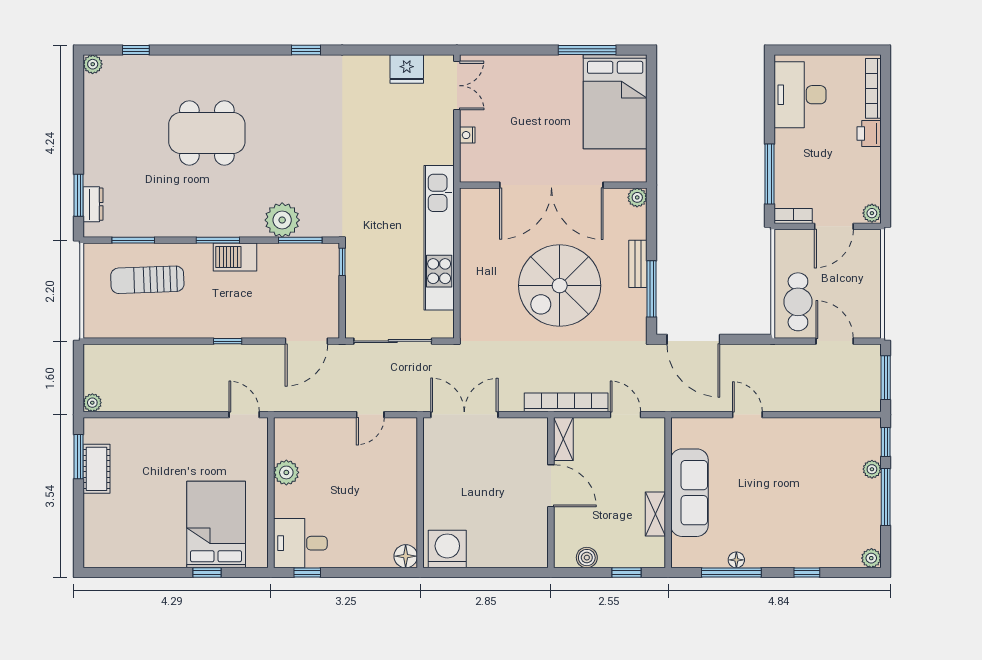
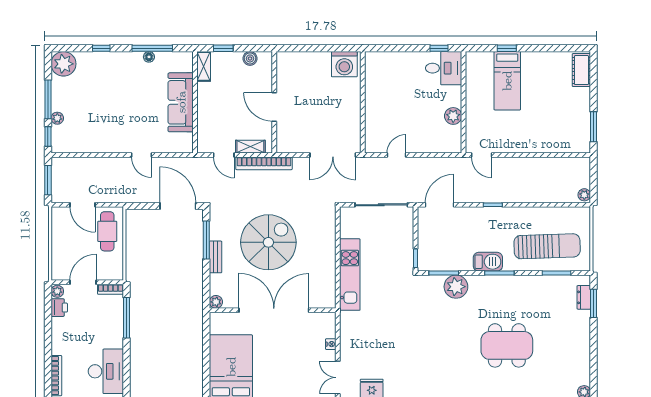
printer: (869, 134) -> (59, 308), moved
kitchen unit: (439, 238) -> (350, 275), width x0.73
sun lounger: (147, 280) -> (547, 246), width x1.36, depth x1.34
plant: (92, 403) -> (584, 195), moved
shelving: (563, 439) -> (250, 147), moved, turned 90
cot: (97, 469) -> (581, 70), moved
shelving: (655, 514) -> (204, 66), moved
bed: (216, 525) -> (507, 81), width x0.67
floor lamp: (406, 556) -> (372, 59), removed
plant: (871, 558) -> (63, 64), width x1.88, depth x1.88

